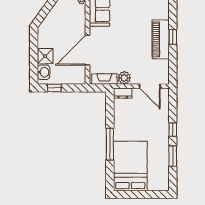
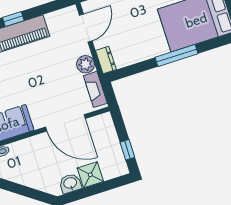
washbasin: (44, 72) -> (70, 183), moved

